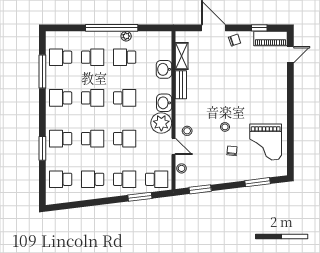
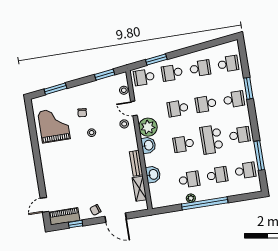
school desk: (93, 57) -> (217, 175), turned 180
school desk: (93, 98) -> (212, 139), width x1.85

